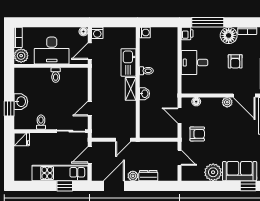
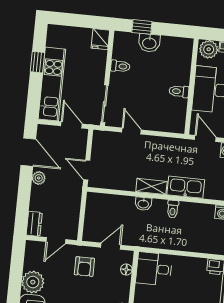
desk: (195, 63) -> (154, 269), moved, turned -90
dresser: (148, 176) -> (34, 224), moved
window: (65, 186) -> (37, 62), moved

